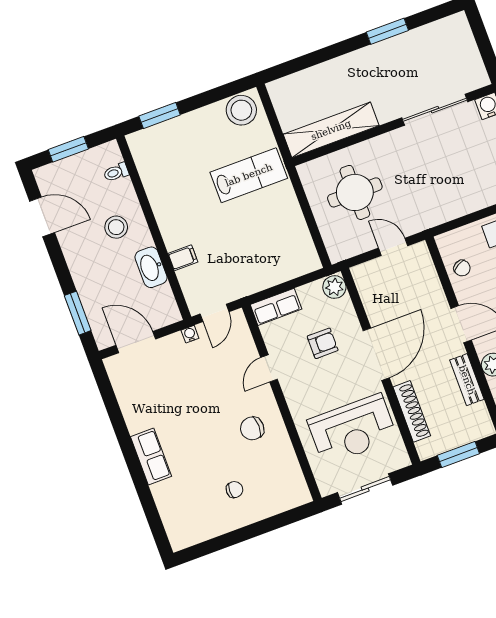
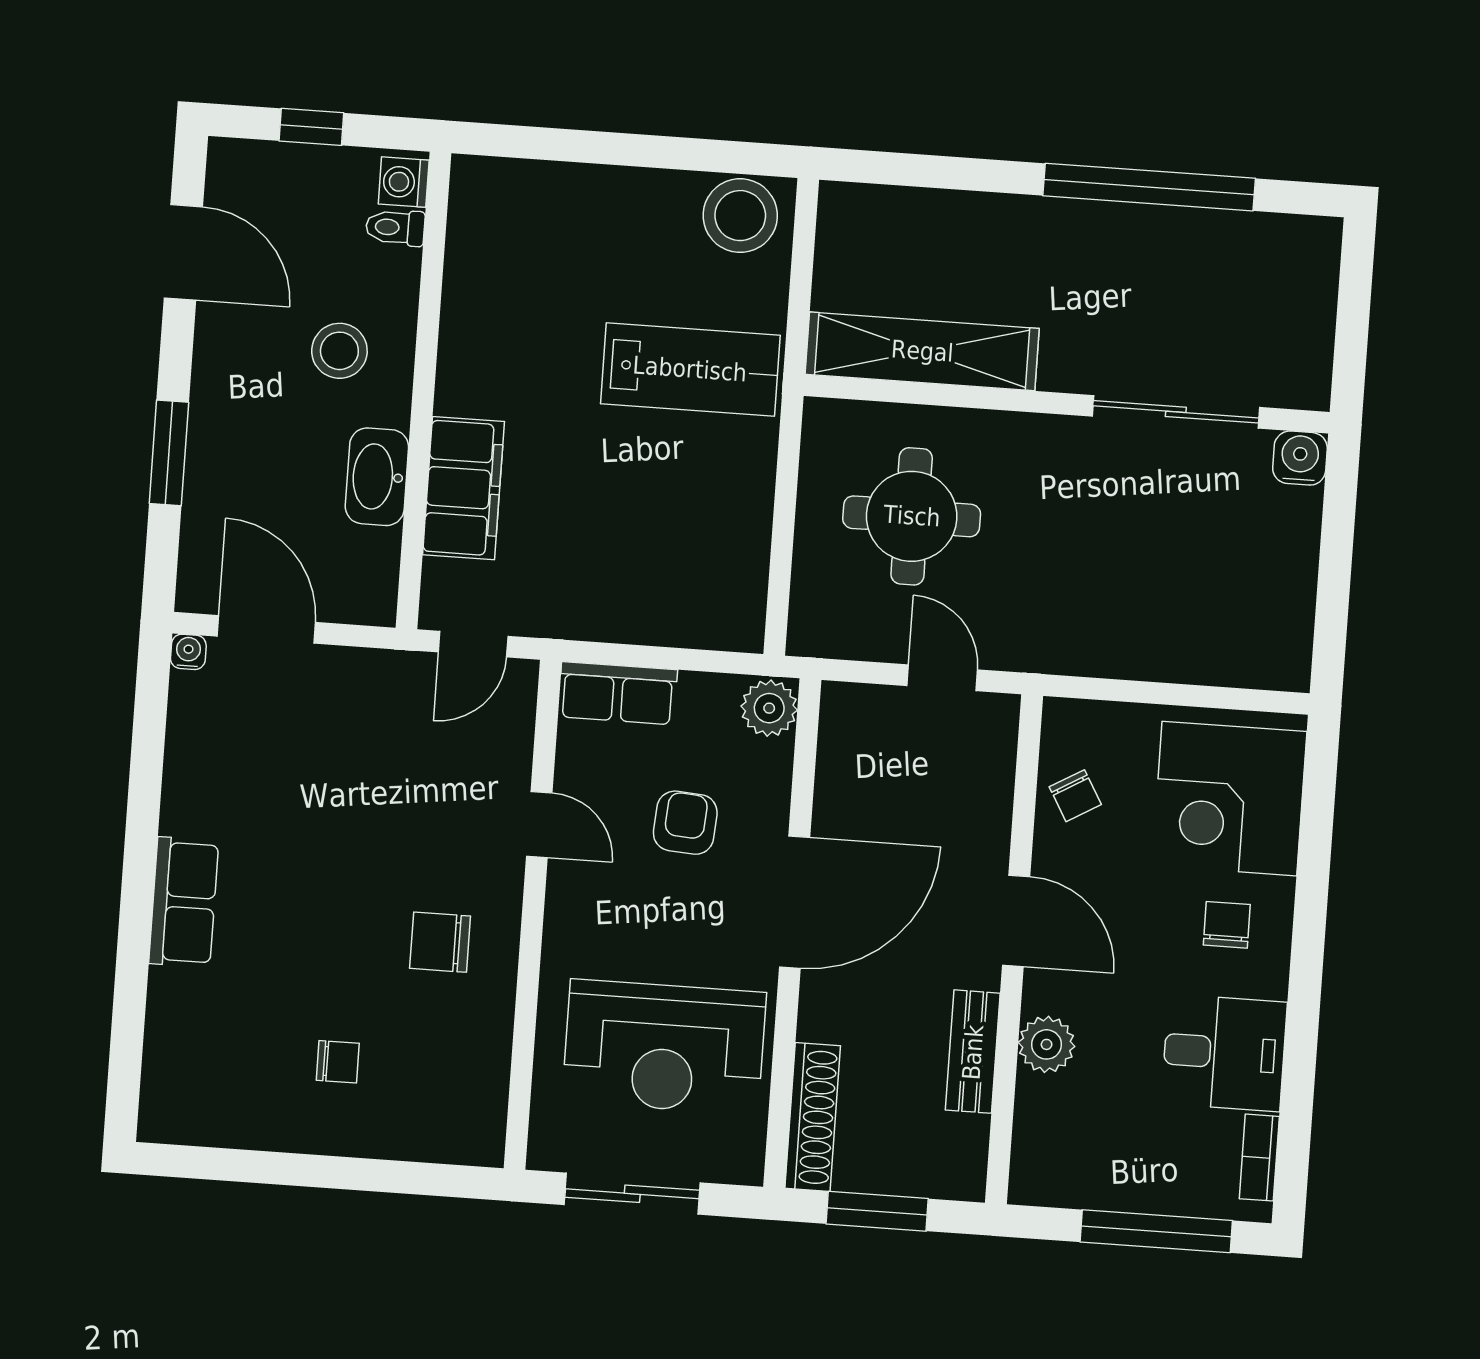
window: (387, 31) -> (1149, 187), width x2.11
window: (160, 116) -> (551, 144), removed
window: (68, 149) -> (311, 127), width x0.67
washing machine: (112, 154) -> (404, 182), added
filing cabinet: (183, 258) -> (463, 488), width x3.00, depth x1.17
window: (78, 313) -> (169, 453), moved
water cooler: (190, 334) -> (188, 652), moved
armchair: (323, 343) -> (685, 823), turned -86
door: (269, 368) -> (539, 824), swing flipped
shoe rack: (412, 411) -> (813, 1117), moved

